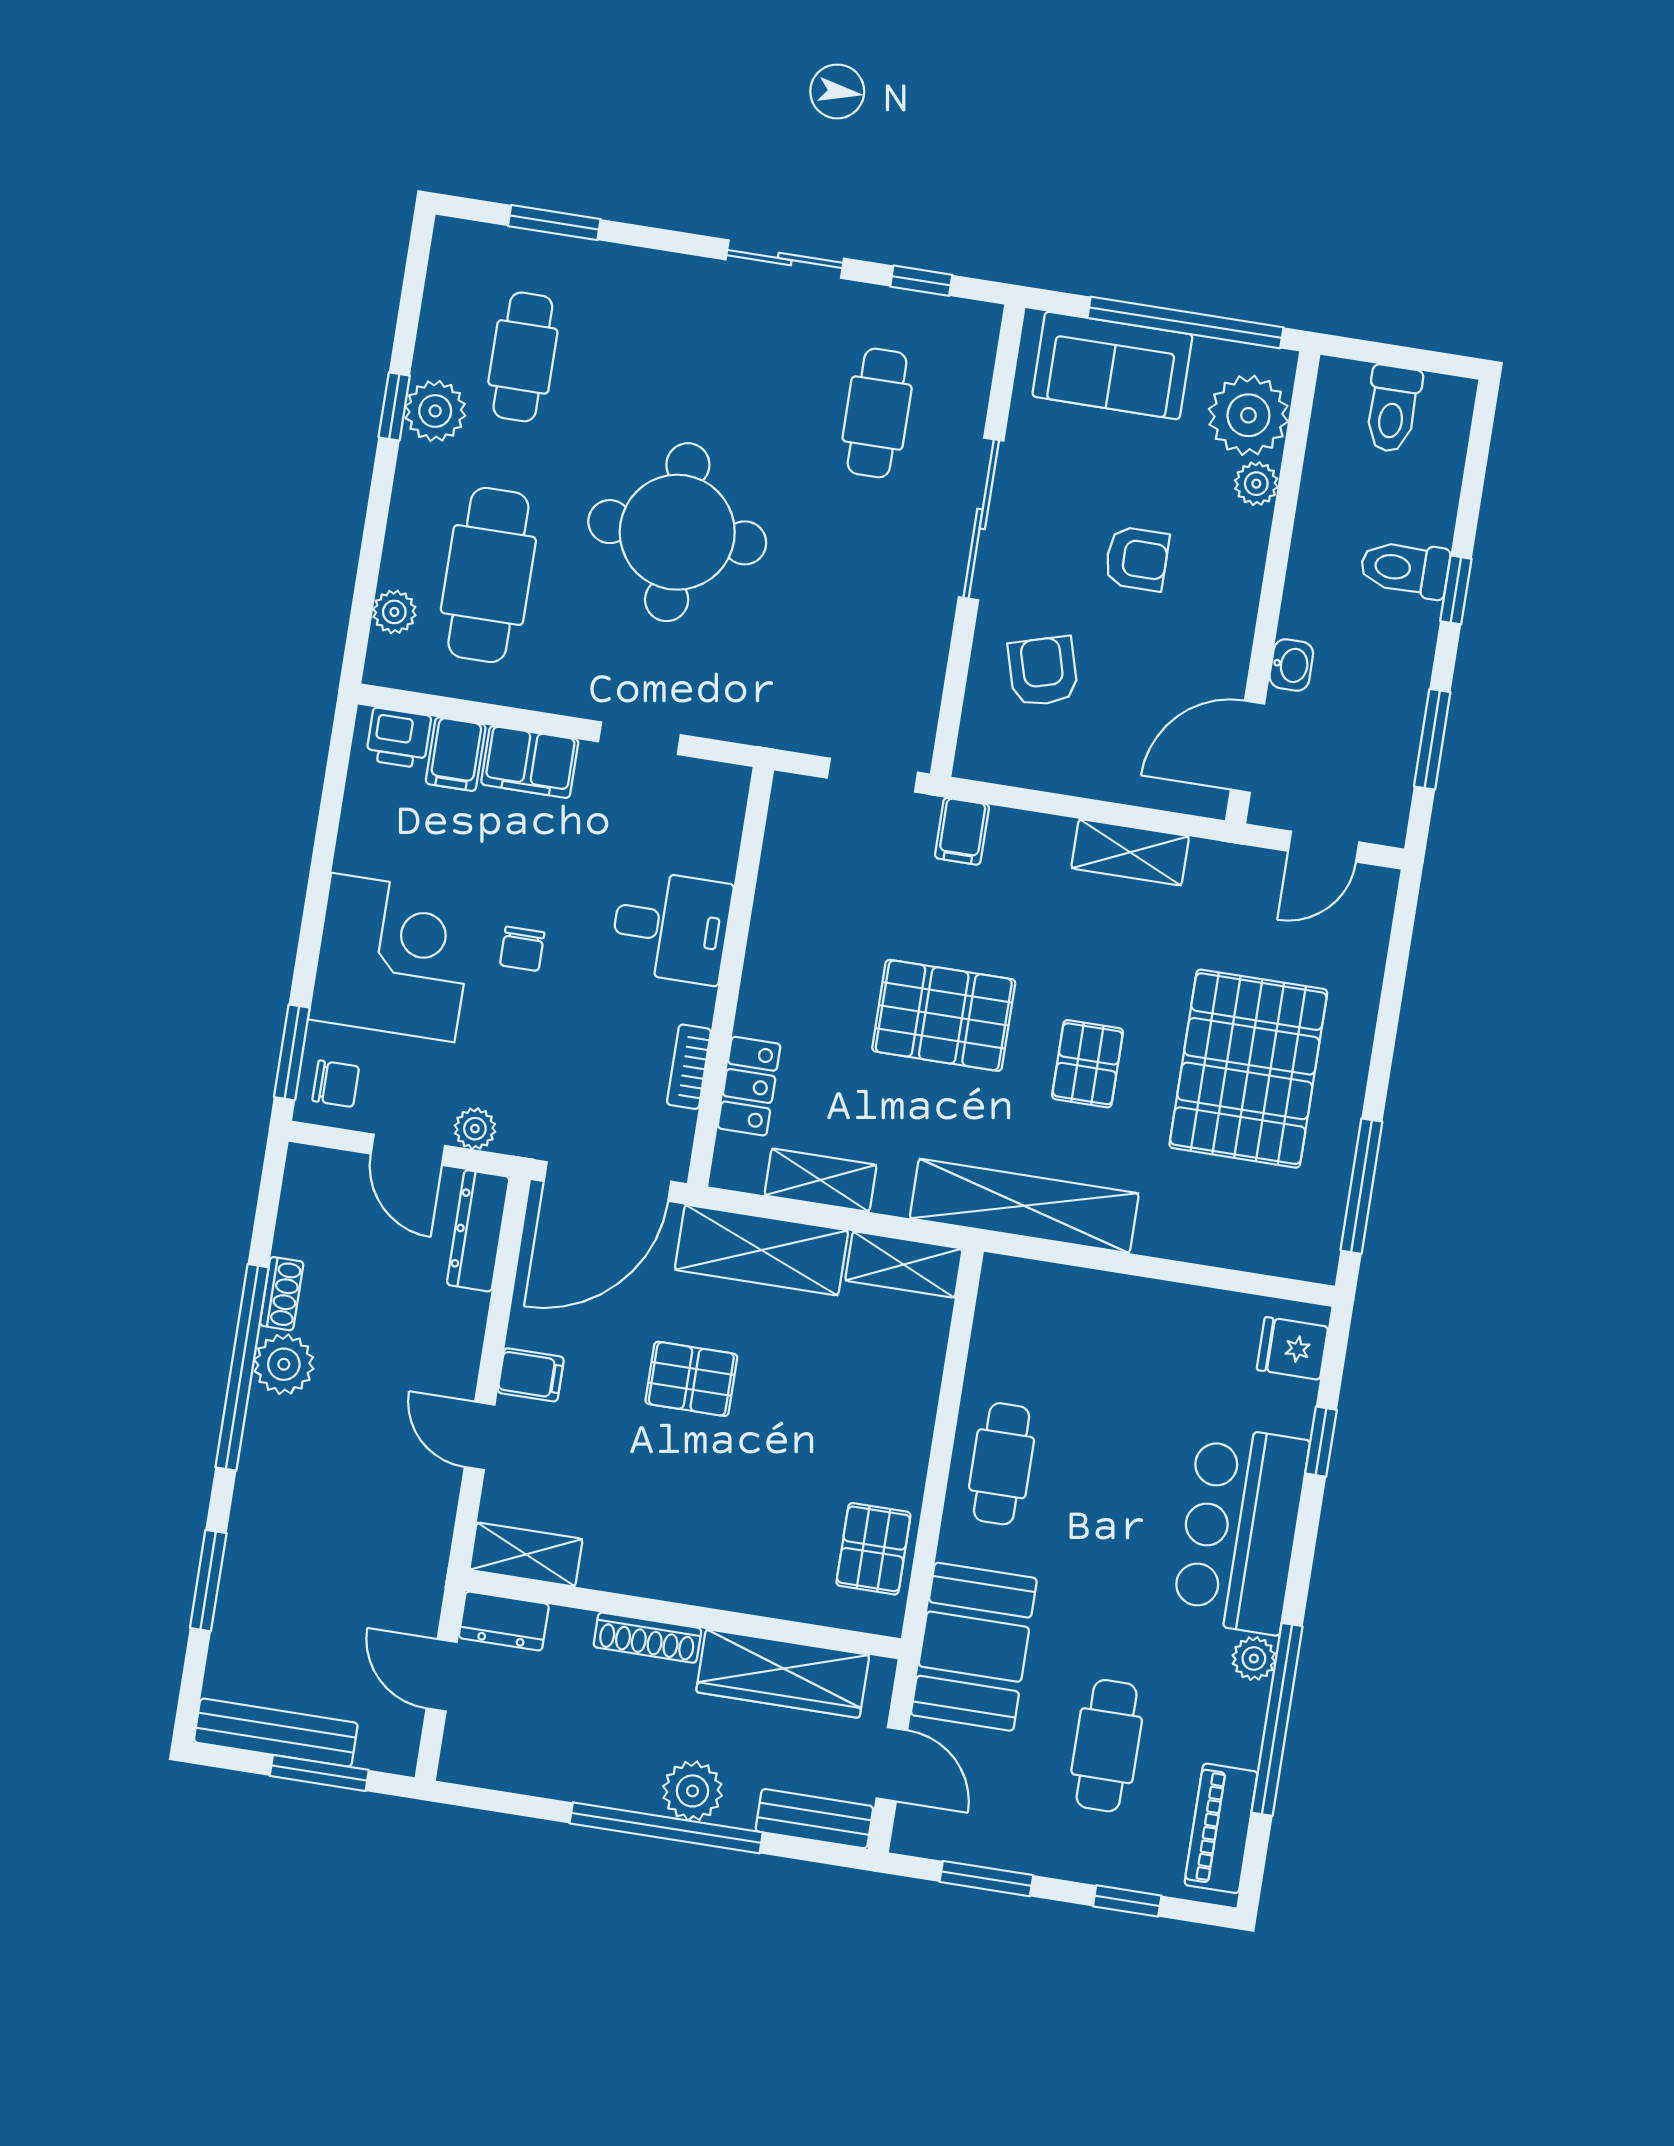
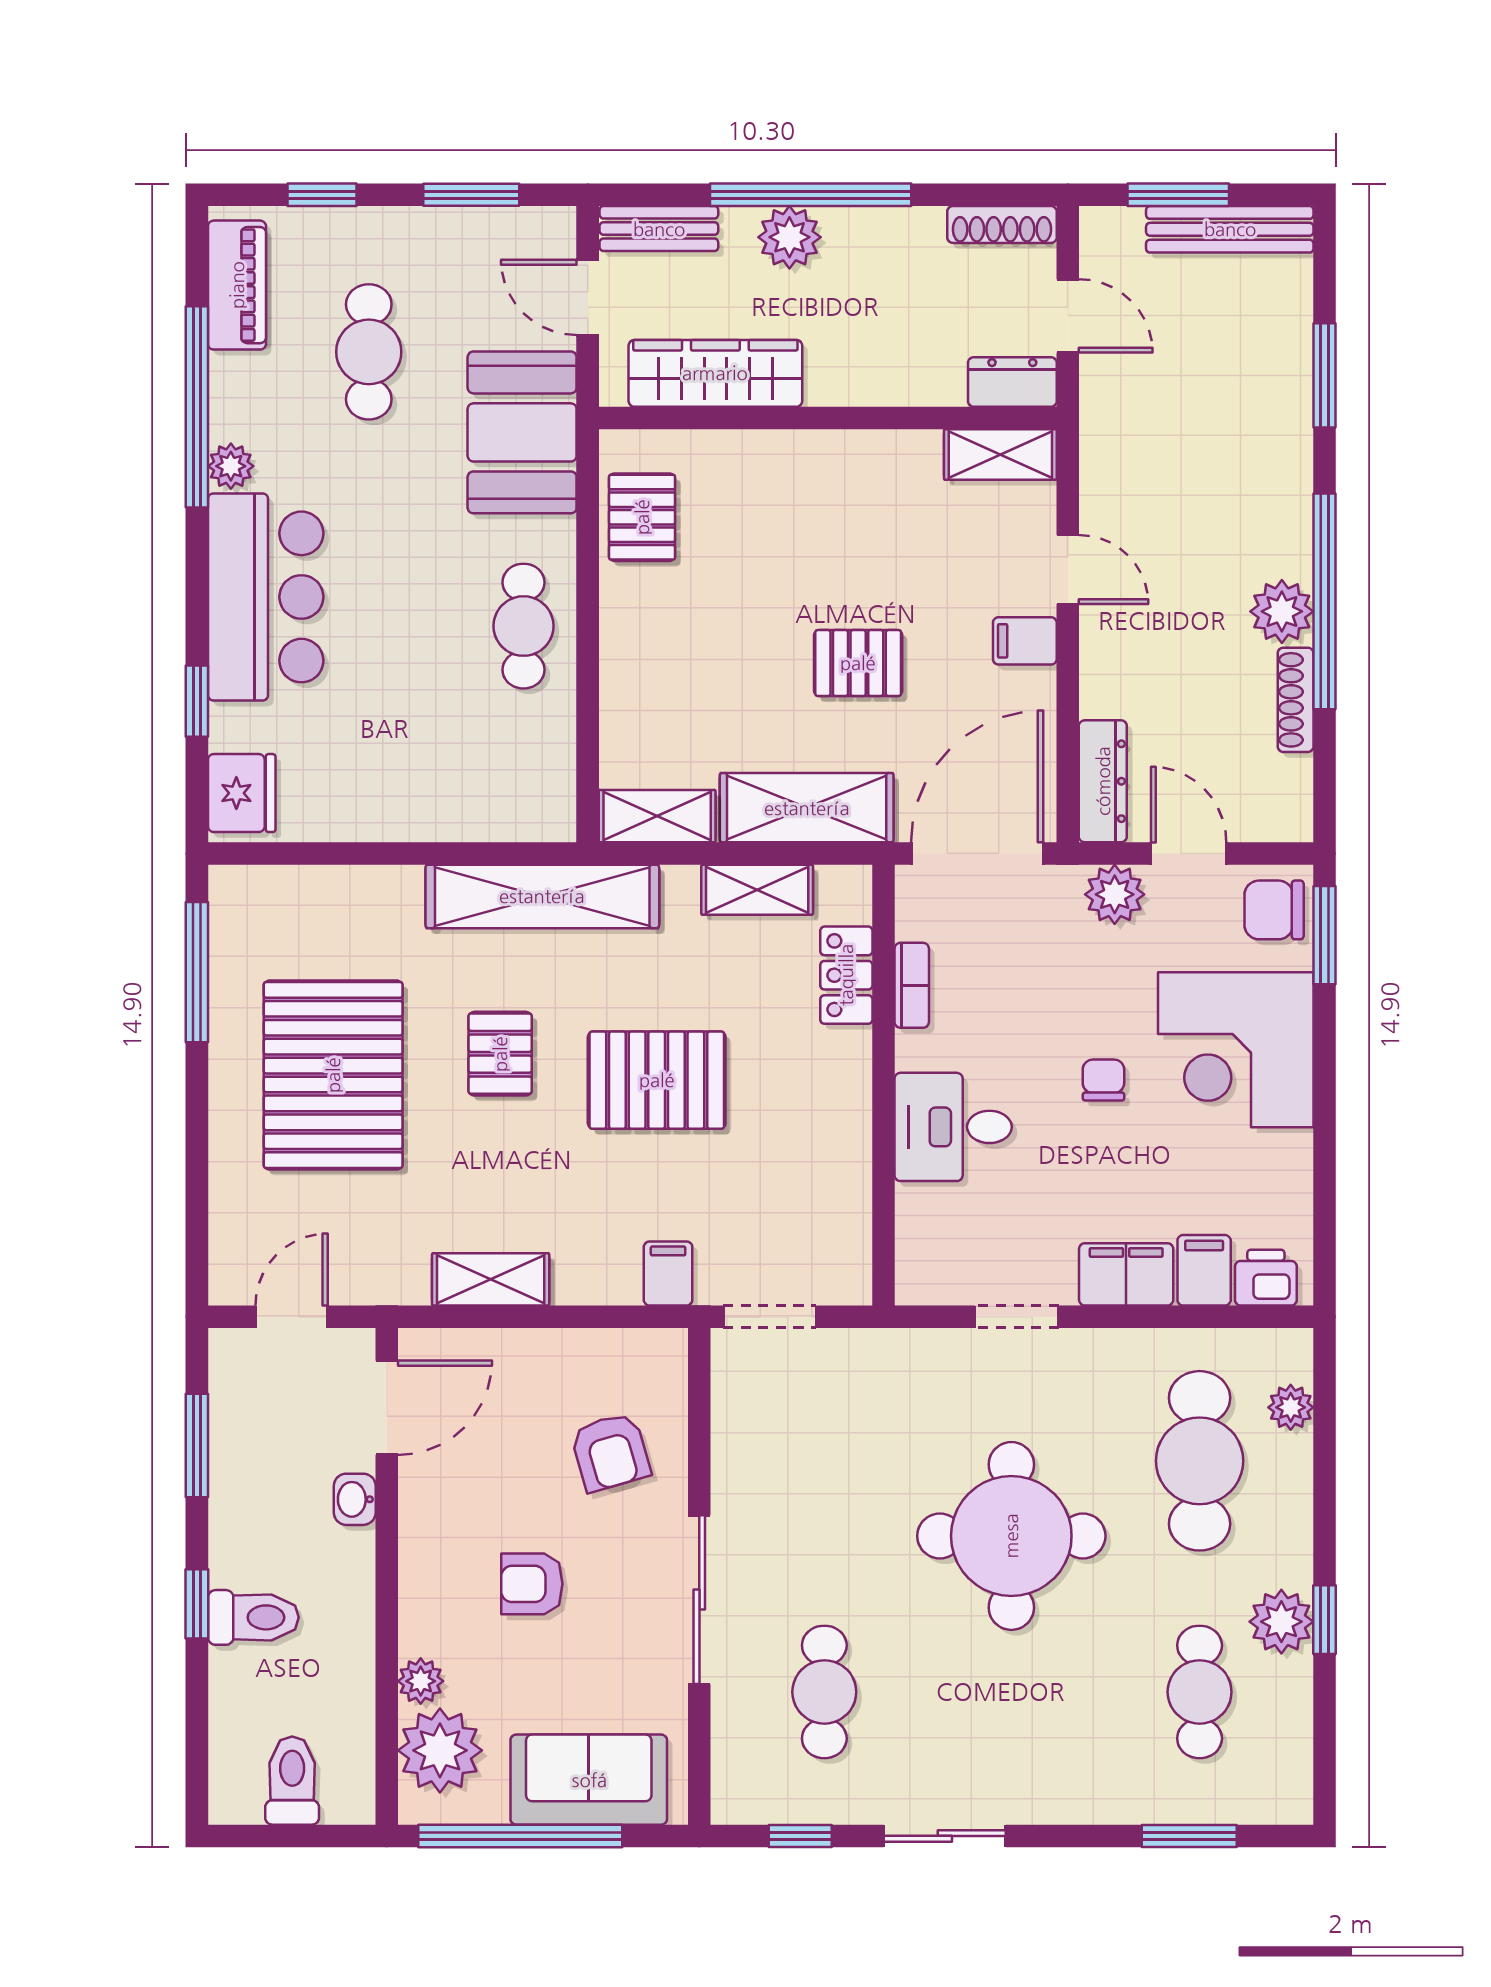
chair: (336, 1084) -> (1274, 910), width x1.37, depth x1.37
plant: (475, 1129) -> (1115, 894), width x1.38, depth x1.38
shoe rack: (282, 1294) -> (1296, 700), width x1.43
fridge: (1292, 1348) -> (242, 793), width x1.38
shoe rack: (647, 1638) -> (1002, 224), moved, turned 180

